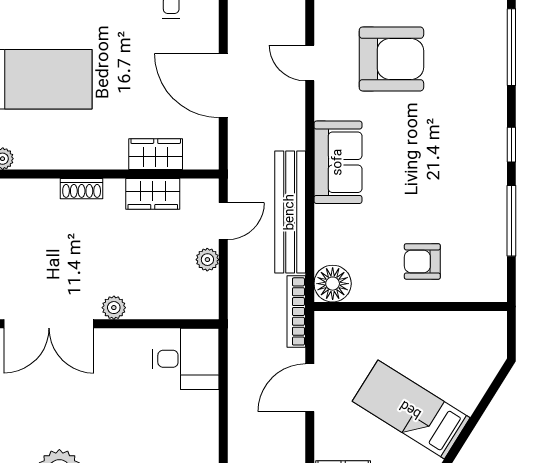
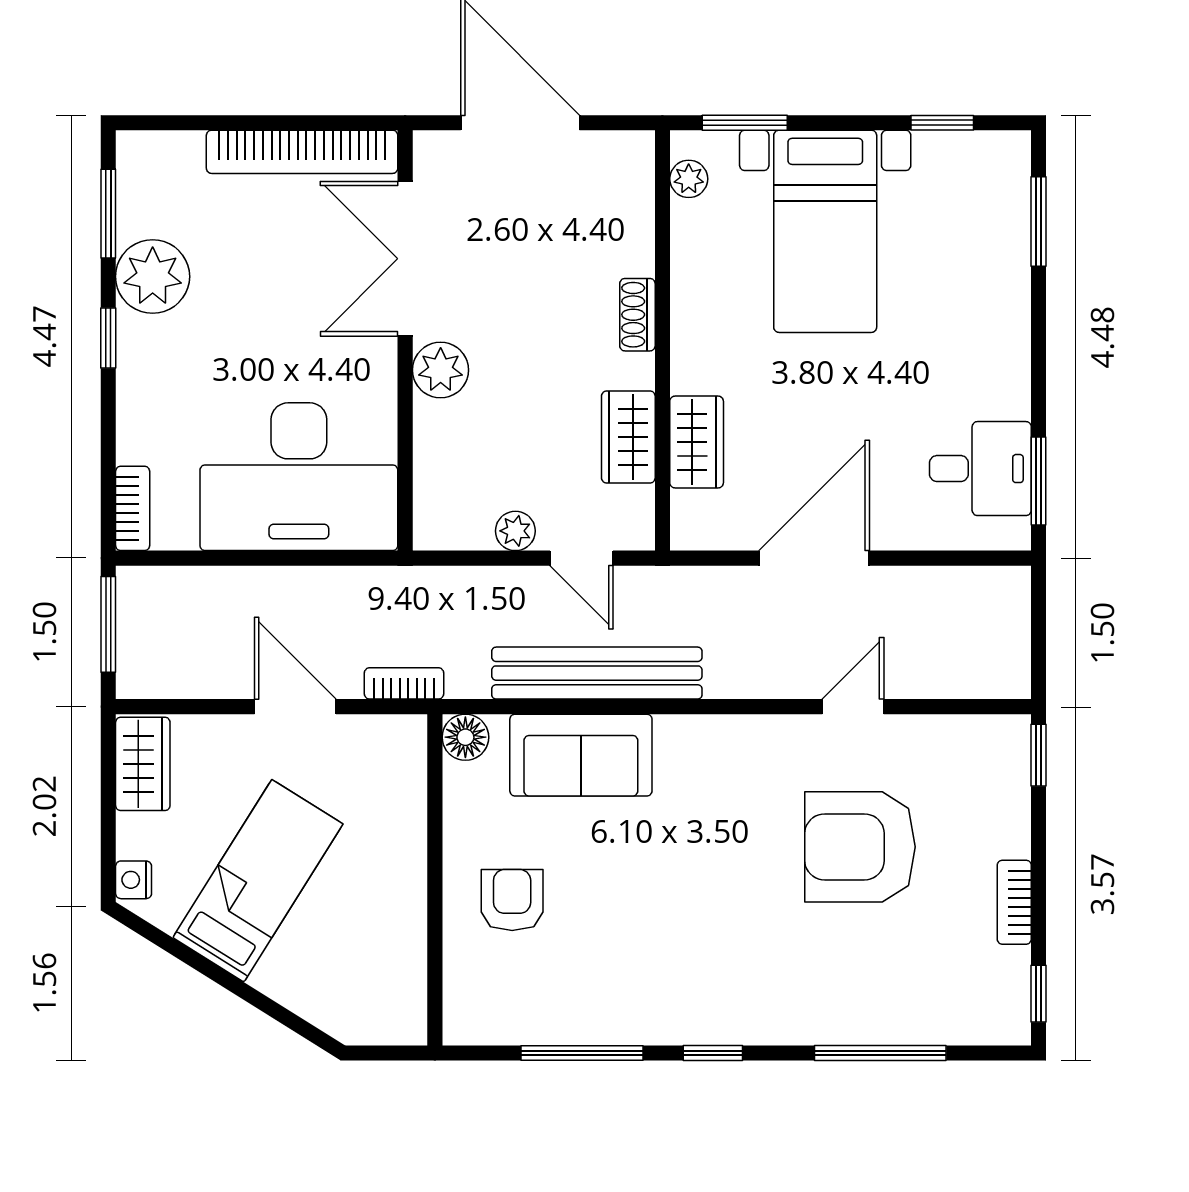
armchair: (391, 59) -> (860, 847), turned 90
sofa: (338, 162) -> (581, 755), moved
floor lamp: (333, 284) -> (465, 737), width x0.73, depth x0.73
plant: (114, 308) -> (441, 370), width x1.38, depth x1.38
bookcase: (296, 311) -> (404, 683), width x0.64
desk: (186, 359) -> (299, 477), width x1.87, depth x1.30

